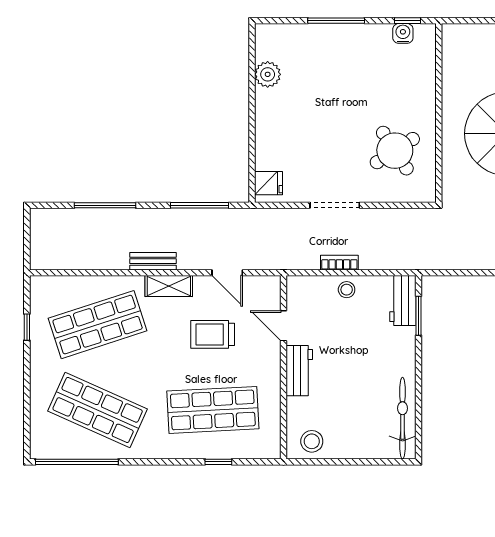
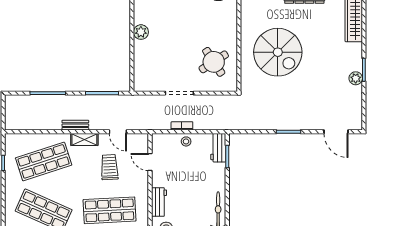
plant: (268, 74) -> (141, 32), moved
fridge: (269, 183) -> (141, 80), removed
trolley: (213, 334) -> (109, 167), turned 87
workbench: (299, 371) -> (159, 202), moved

